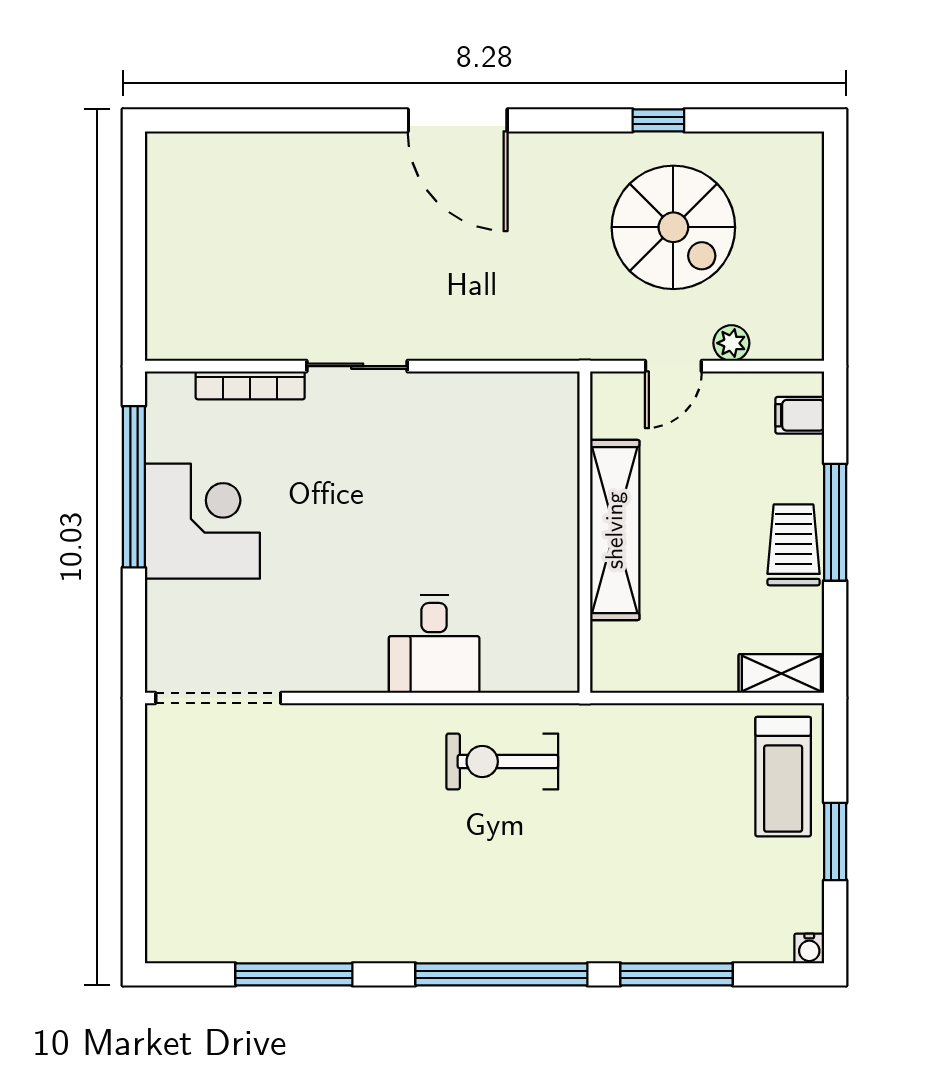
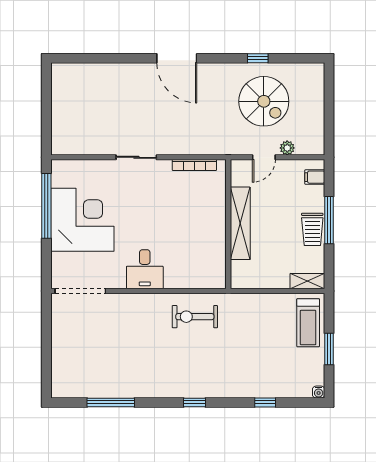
bookcase: (250, 385) -> (194, 165), moved
corner desk: (202, 521) -> (82, 220), width x1.36, depth x1.36
trolley: (794, 545) -> (312, 229), turned 180
desk: (434, 644) -> (145, 269), moved
window: (501, 974) -> (194, 402), width x0.32
window: (676, 974) -> (265, 402), width x0.46

